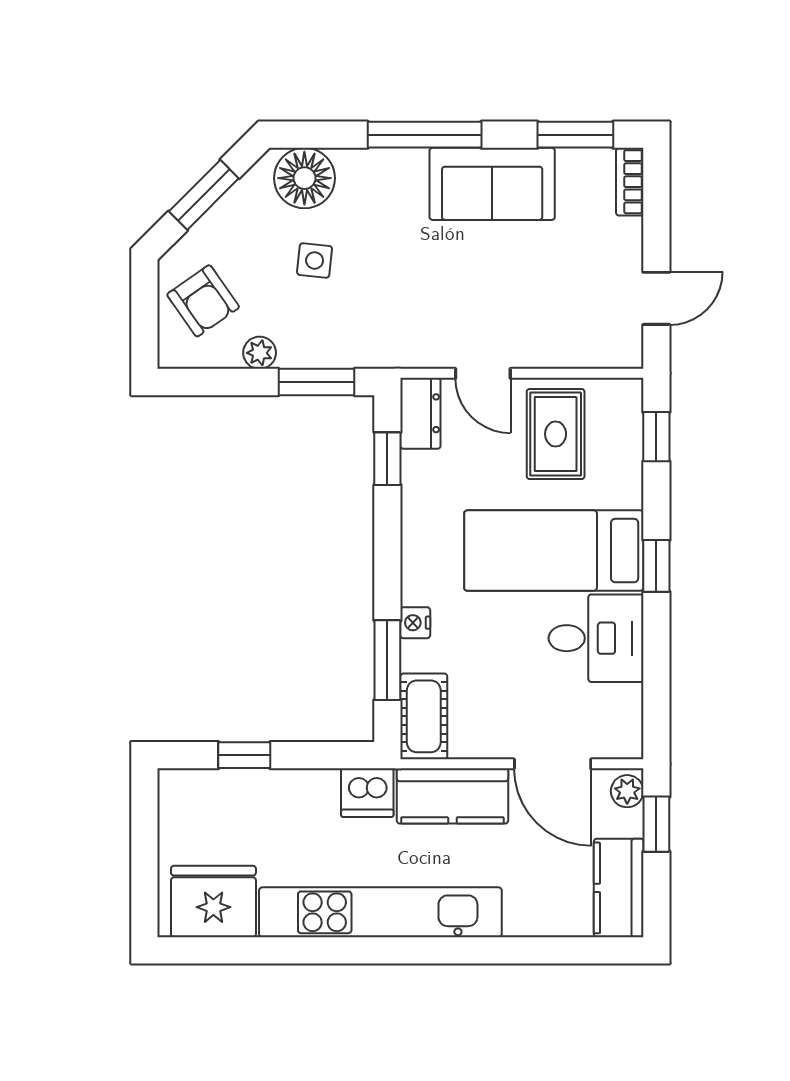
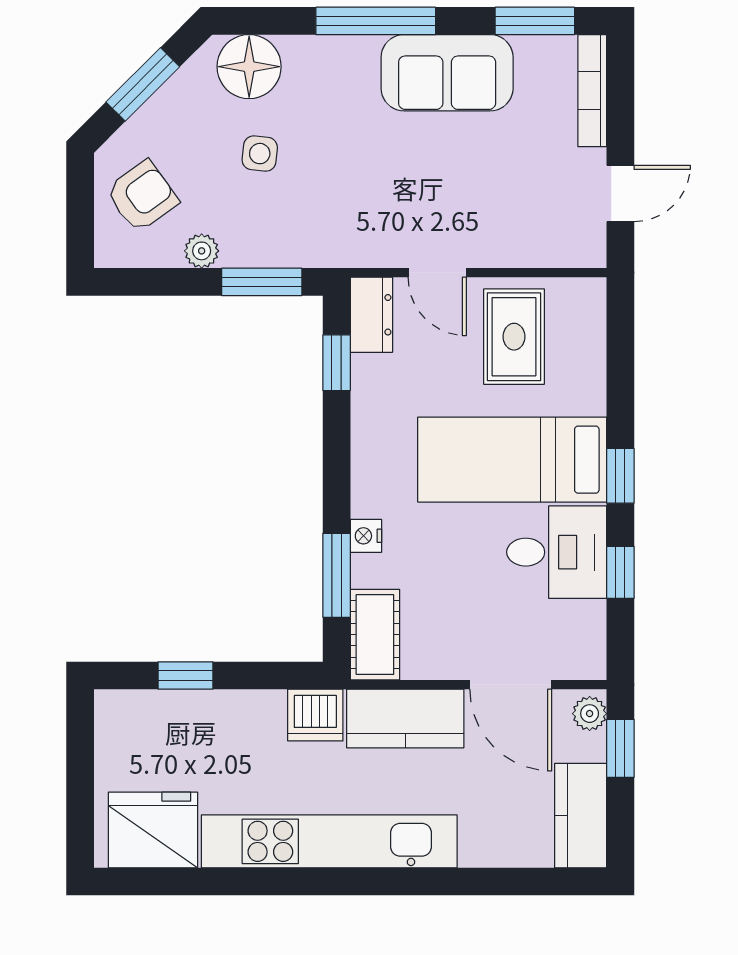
bookcase: (630, 182) -> (592, 91), width x1.56
armchair: (203, 301) -> (142, 196), turned -91
window: (656, 437) -> (620, 572), moved

